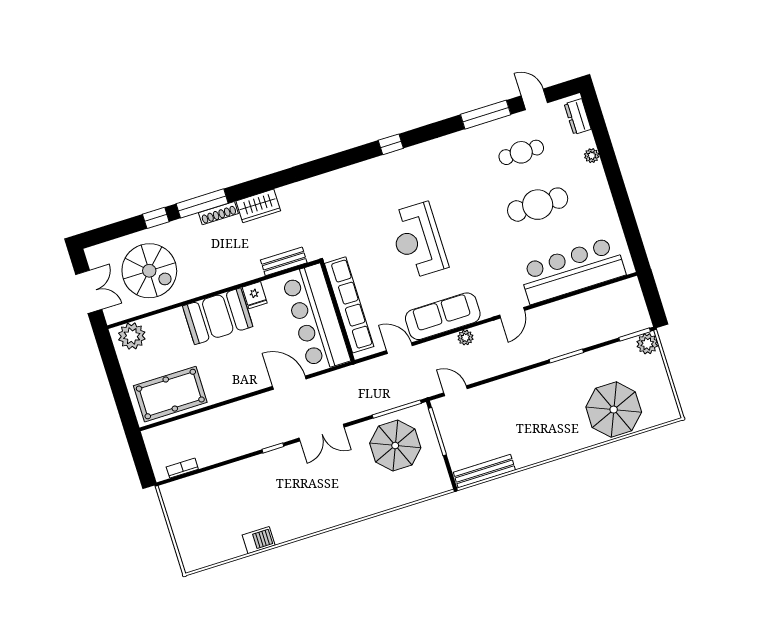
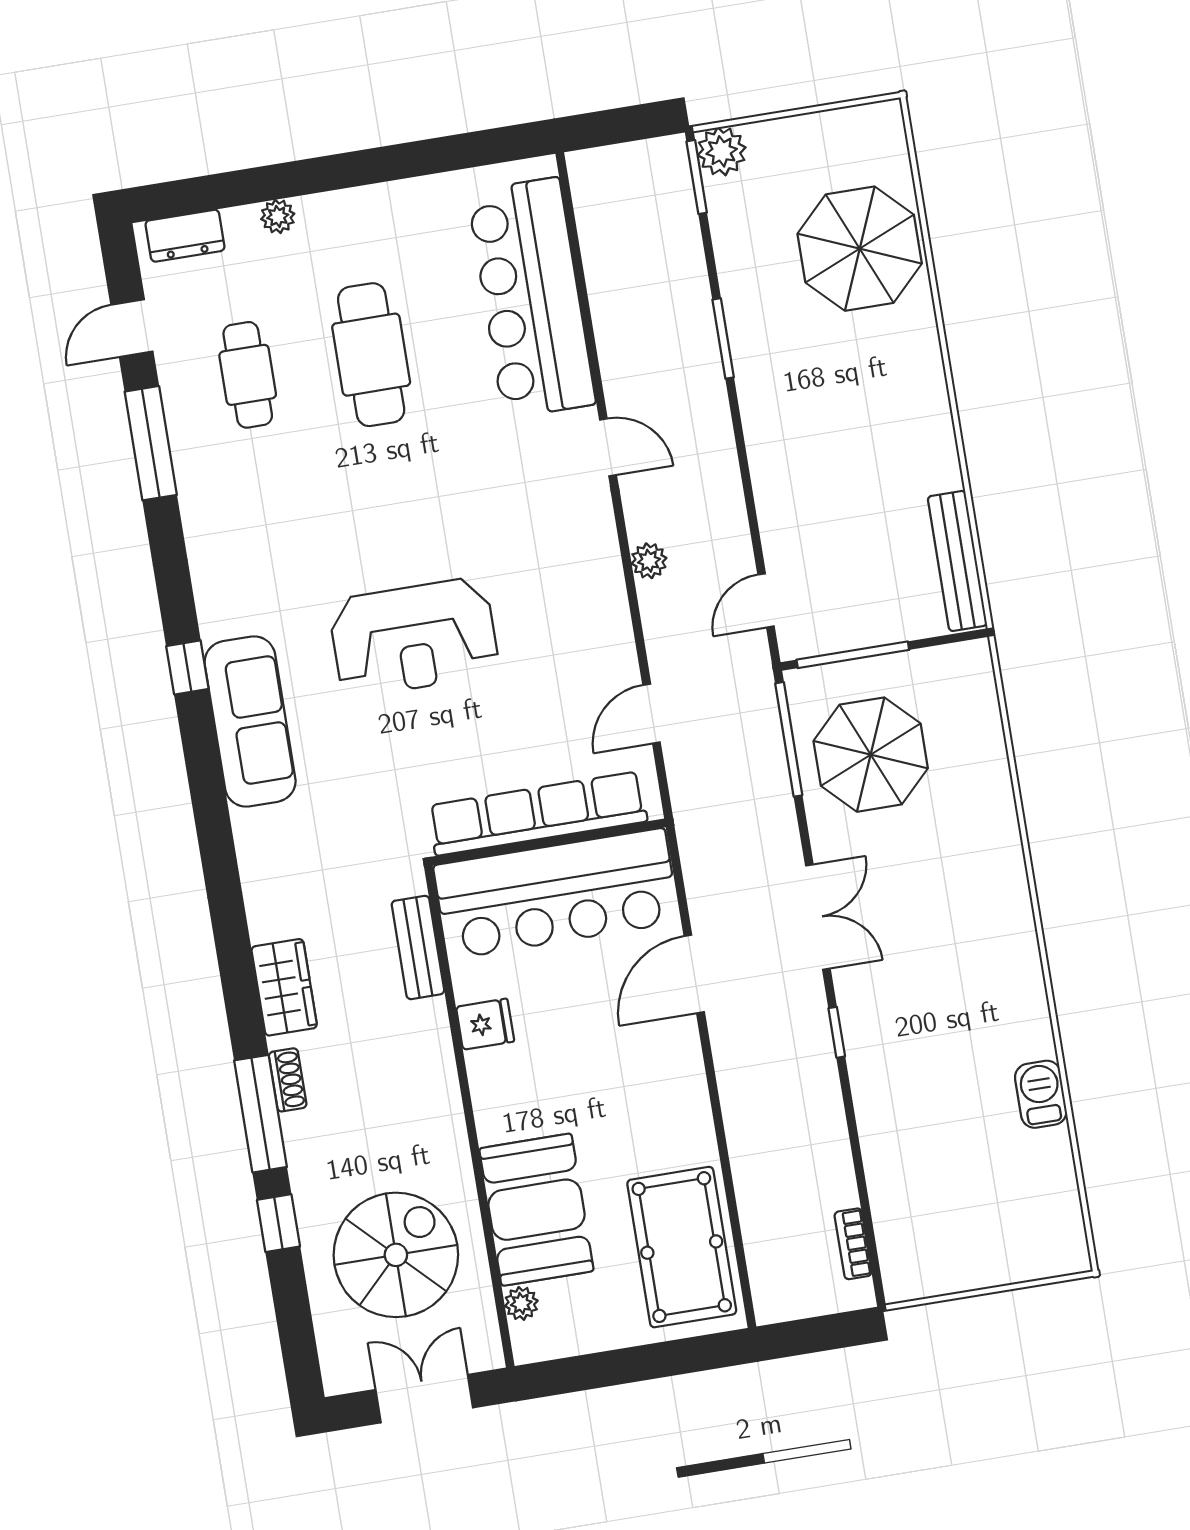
shoe rack: (218, 213) -> (288, 1080), width x0.70
booth: (218, 316) -> (536, 1210), moved
sofa: (443, 316) -> (250, 721), moved, turned 180
plant: (132, 336) -> (521, 1303), width x0.53, depth x0.53

